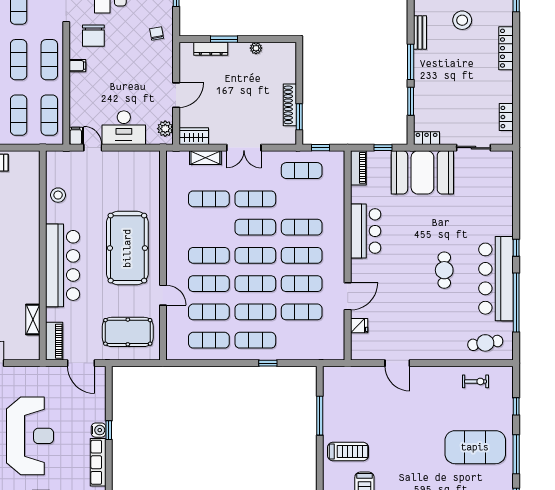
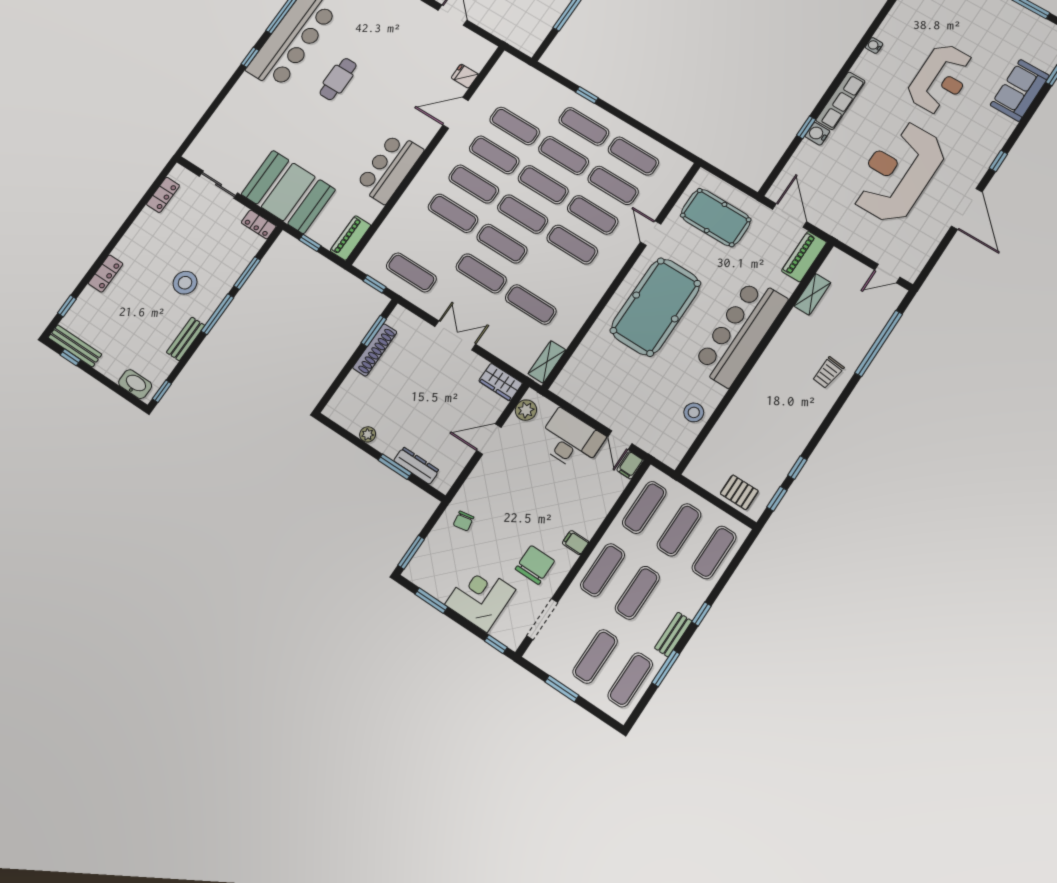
stool: (462, 20) -> (185, 283), moved
locker: (506, 48) -> (106, 274), width x0.66
shelving: (205, 158) -> (547, 362), moved, turned 90

